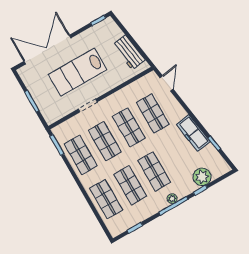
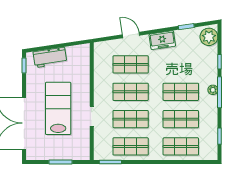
workbench: (129, 52) -> (50, 57), moved
lab bench: (78, 72) -> (58, 108), turned 180
door: (167, 83) -> (131, 35), moved
freezer: (193, 133) -> (162, 40), width x0.71
plant: (202, 177) -> (209, 37), moved

